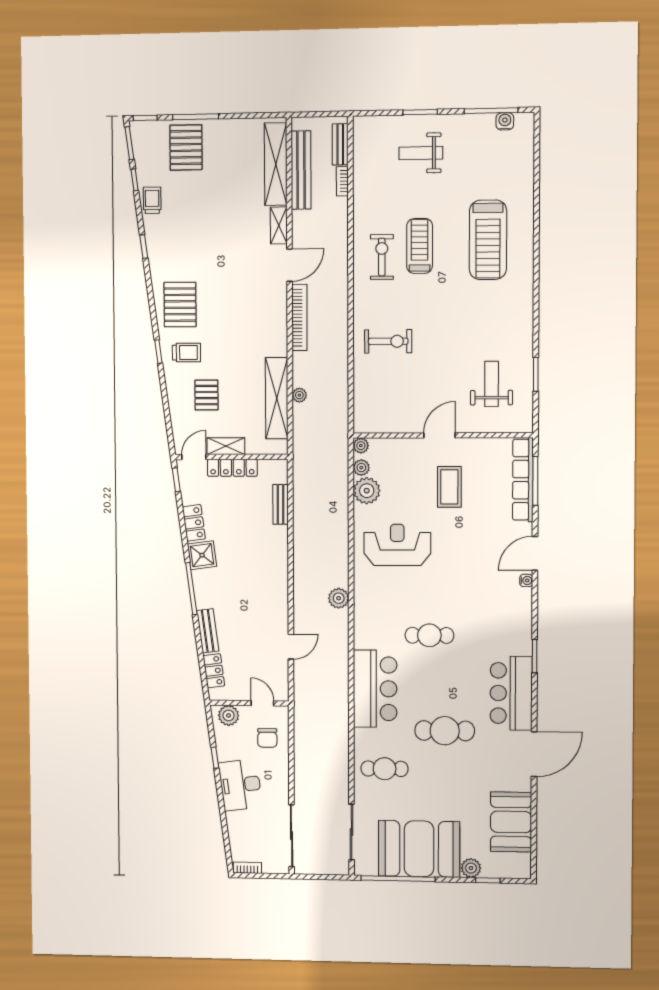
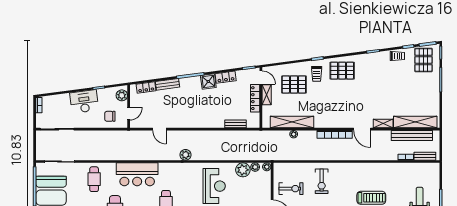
pallet: (186, 147) -> (424, 60), moved, turned 90
exercise bike: (382, 257) -> (291, 189), moved
pallet: (206, 395) -> (294, 84), width x1.50, depth x1.42

